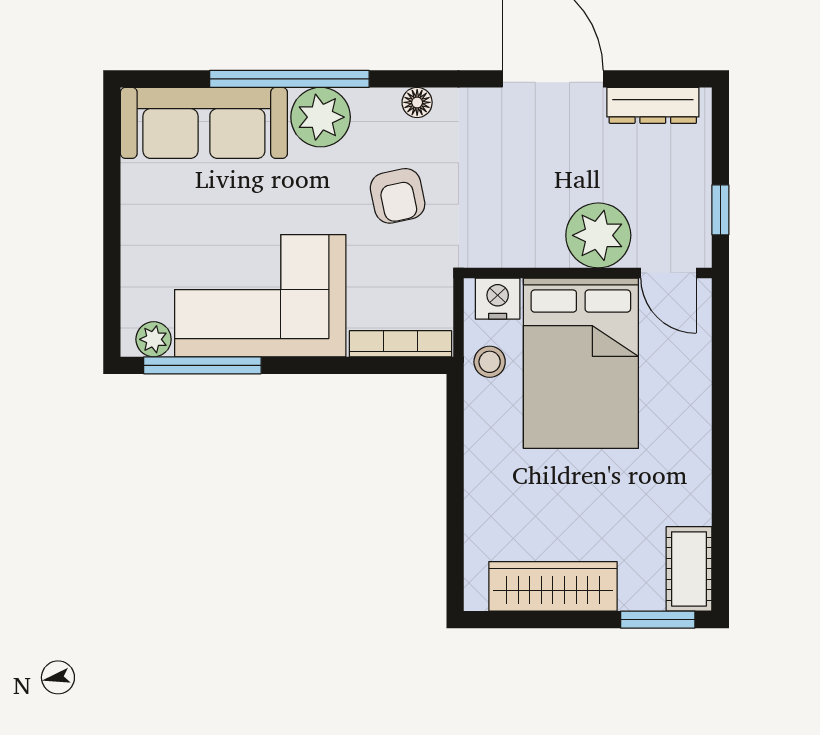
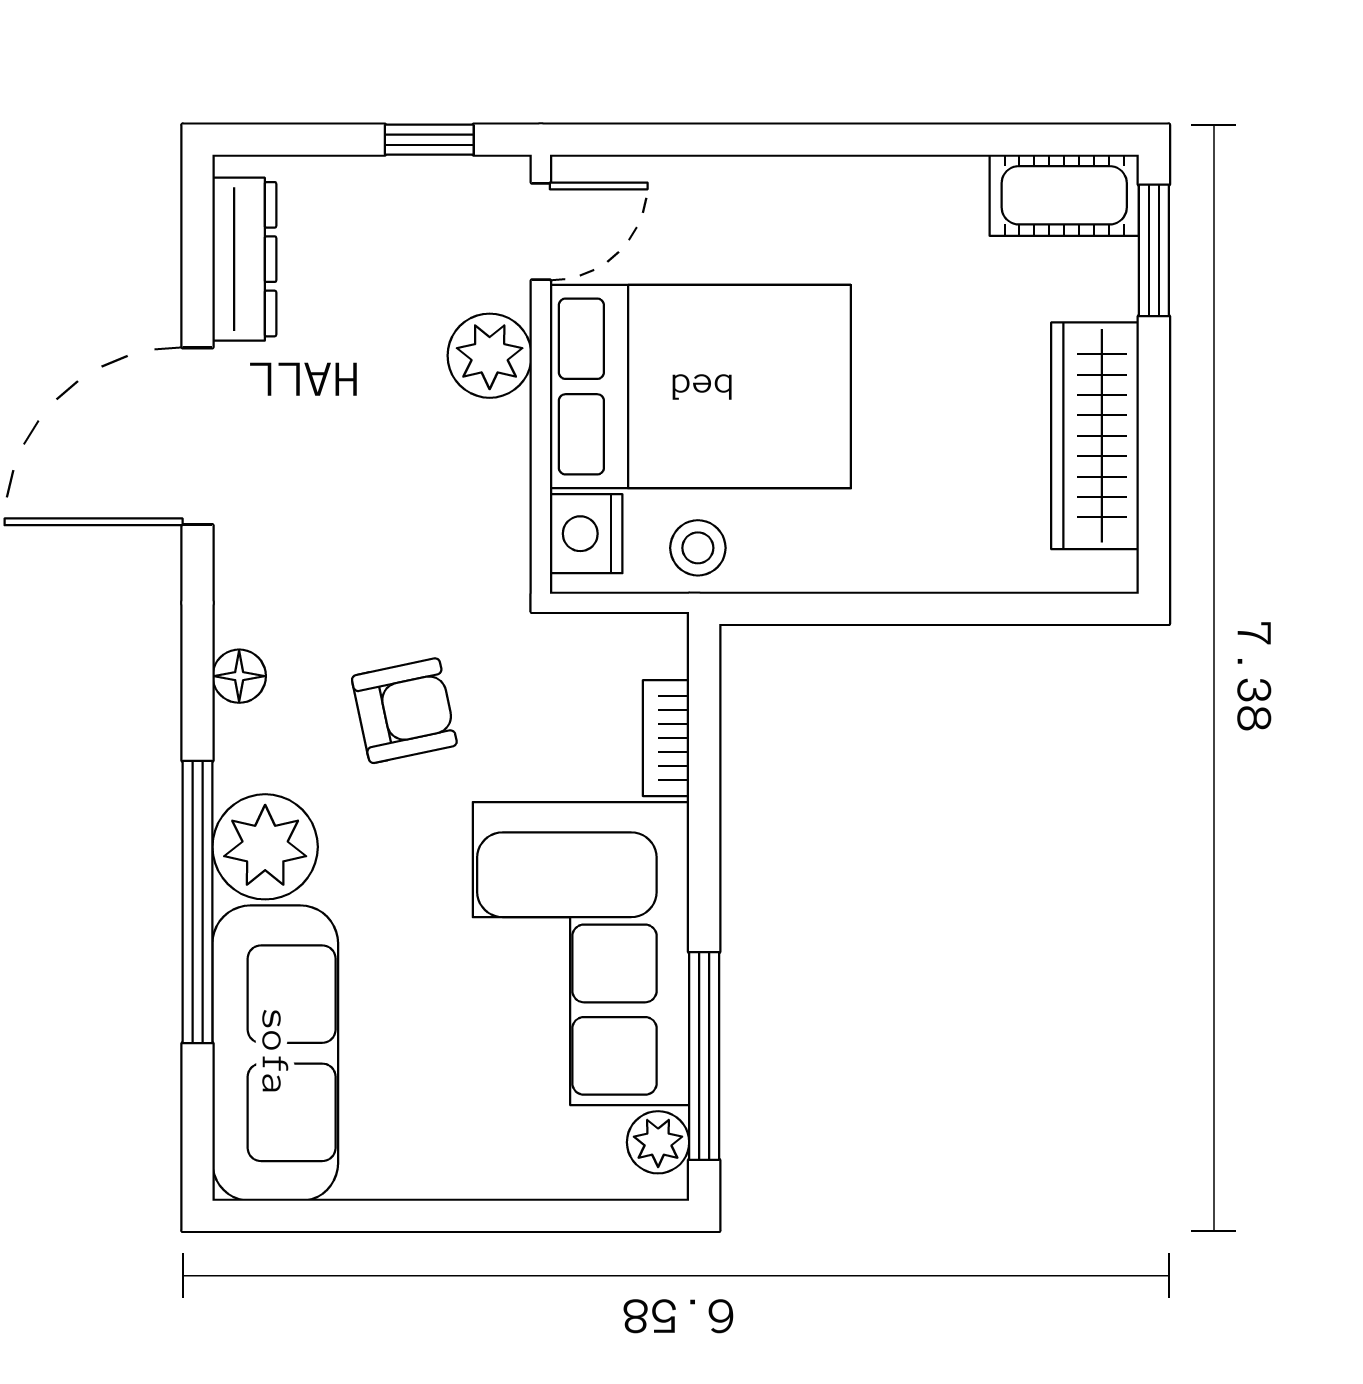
plant: (598, 235) -> (490, 356), width x0.73, depth x0.73
bookcase: (400, 344) -> (666, 738), width x0.64

